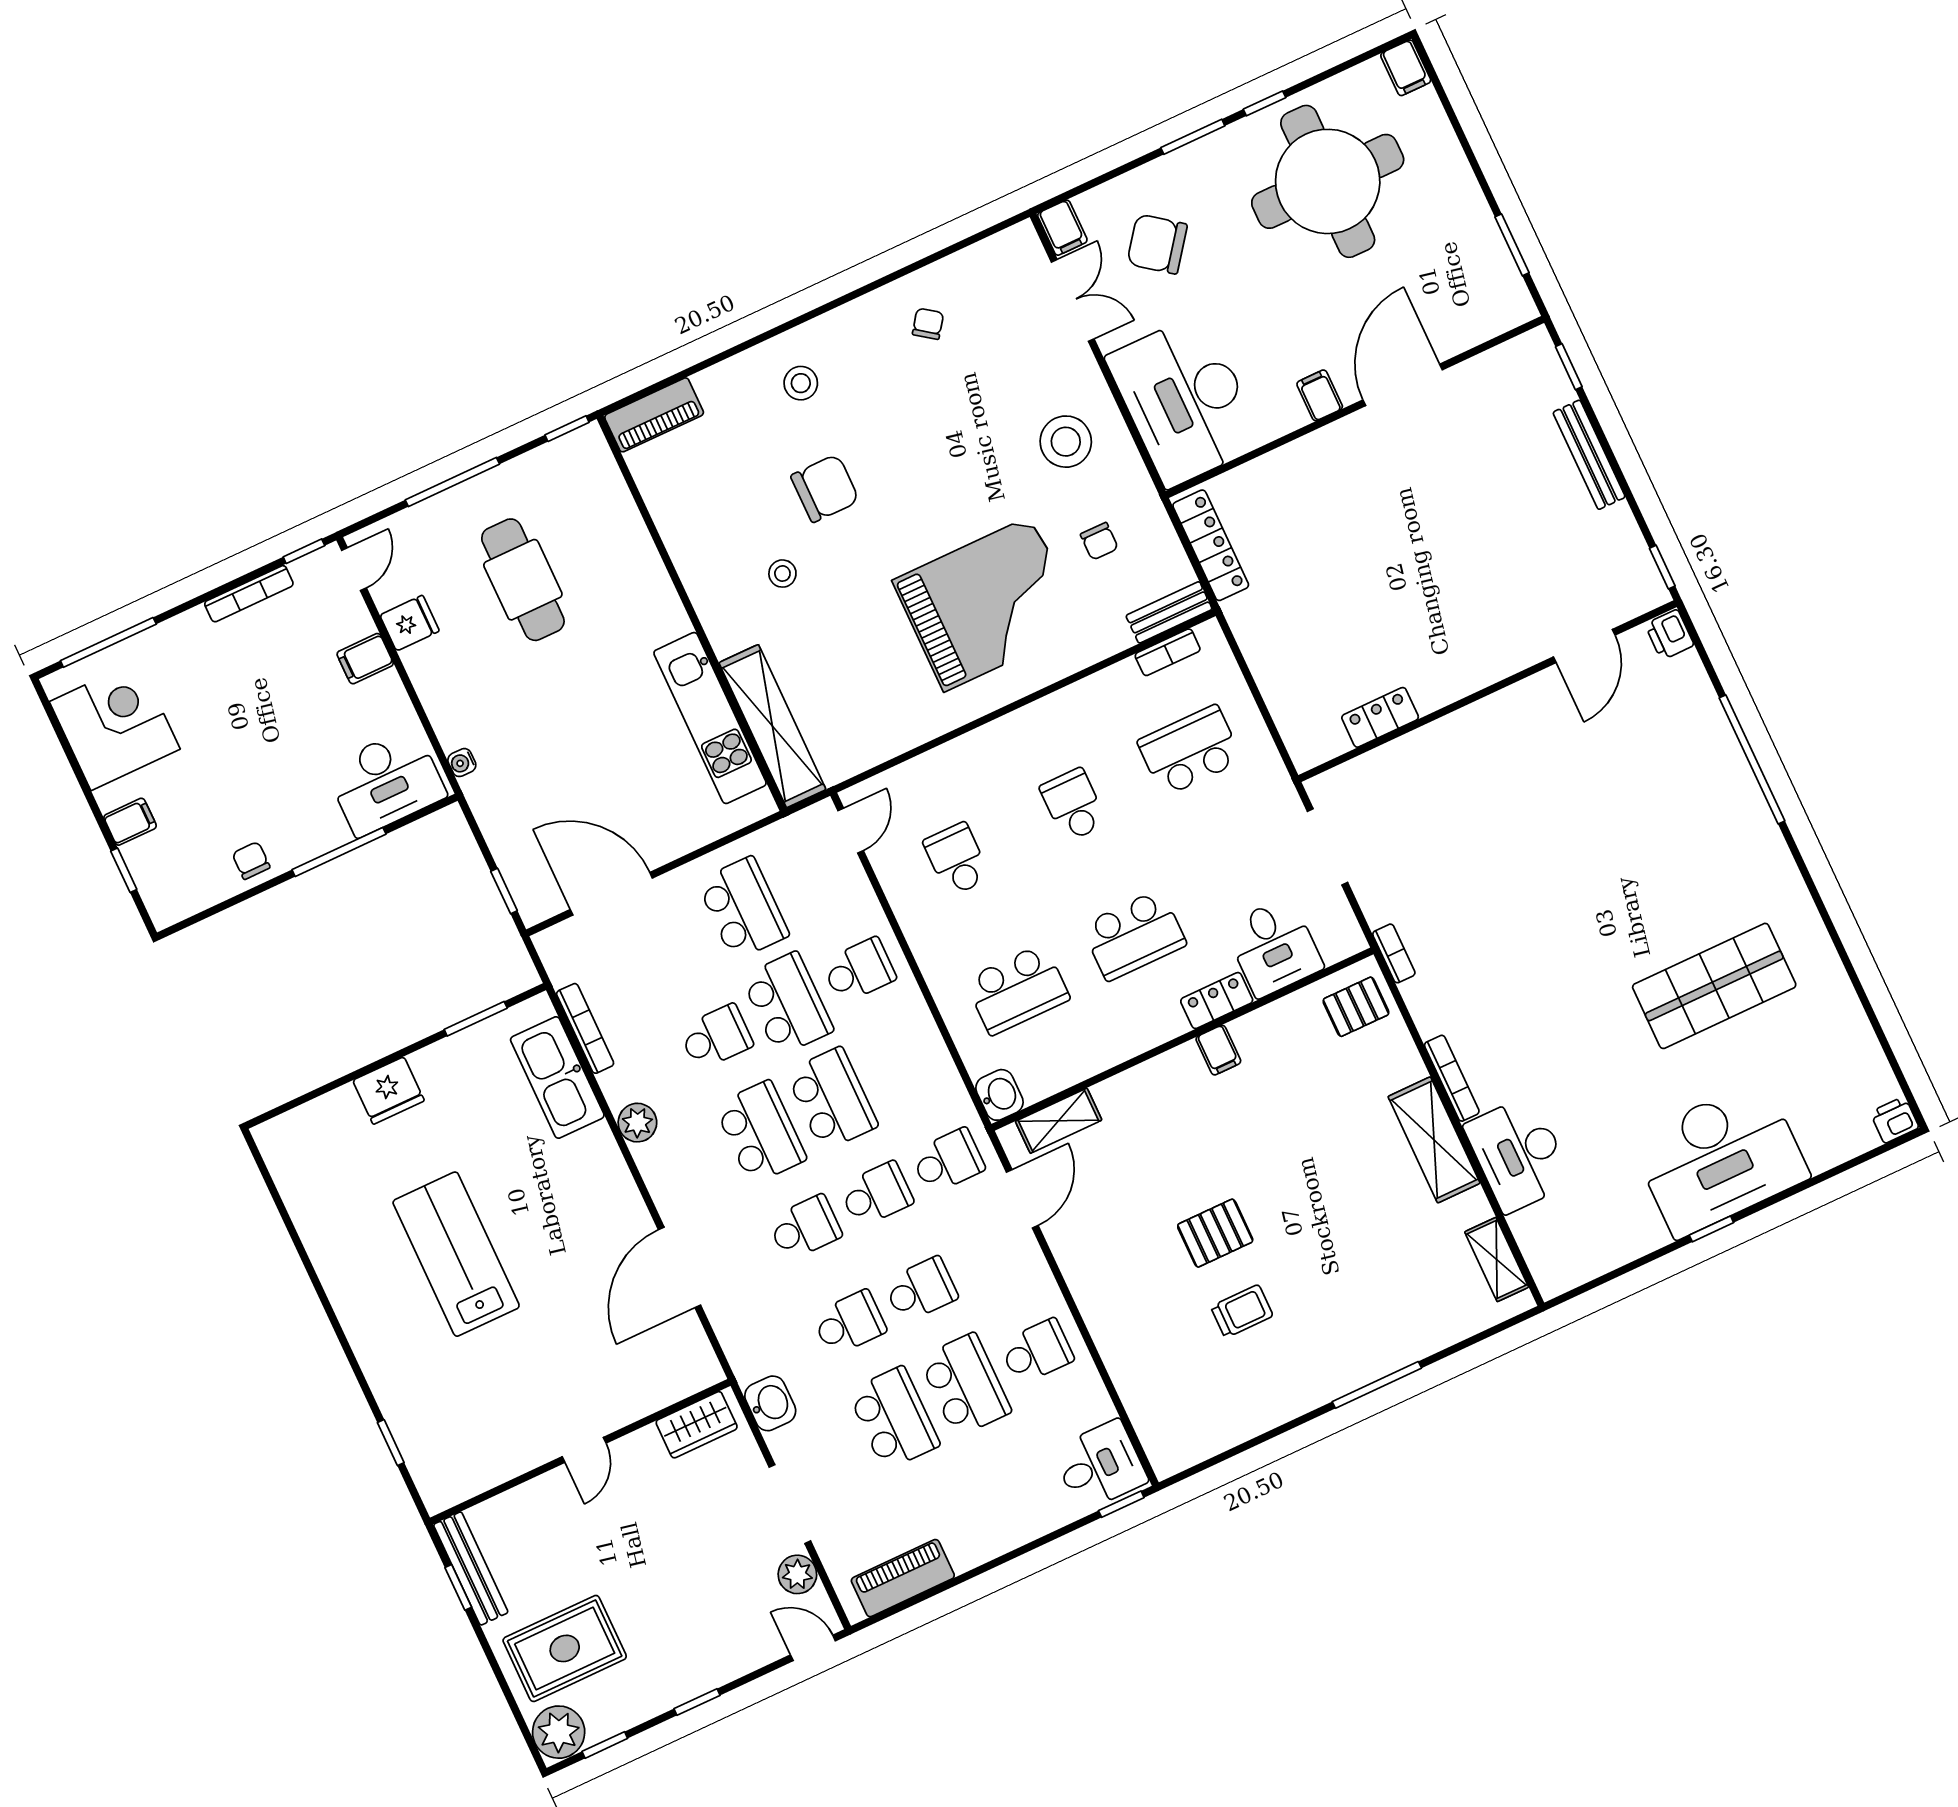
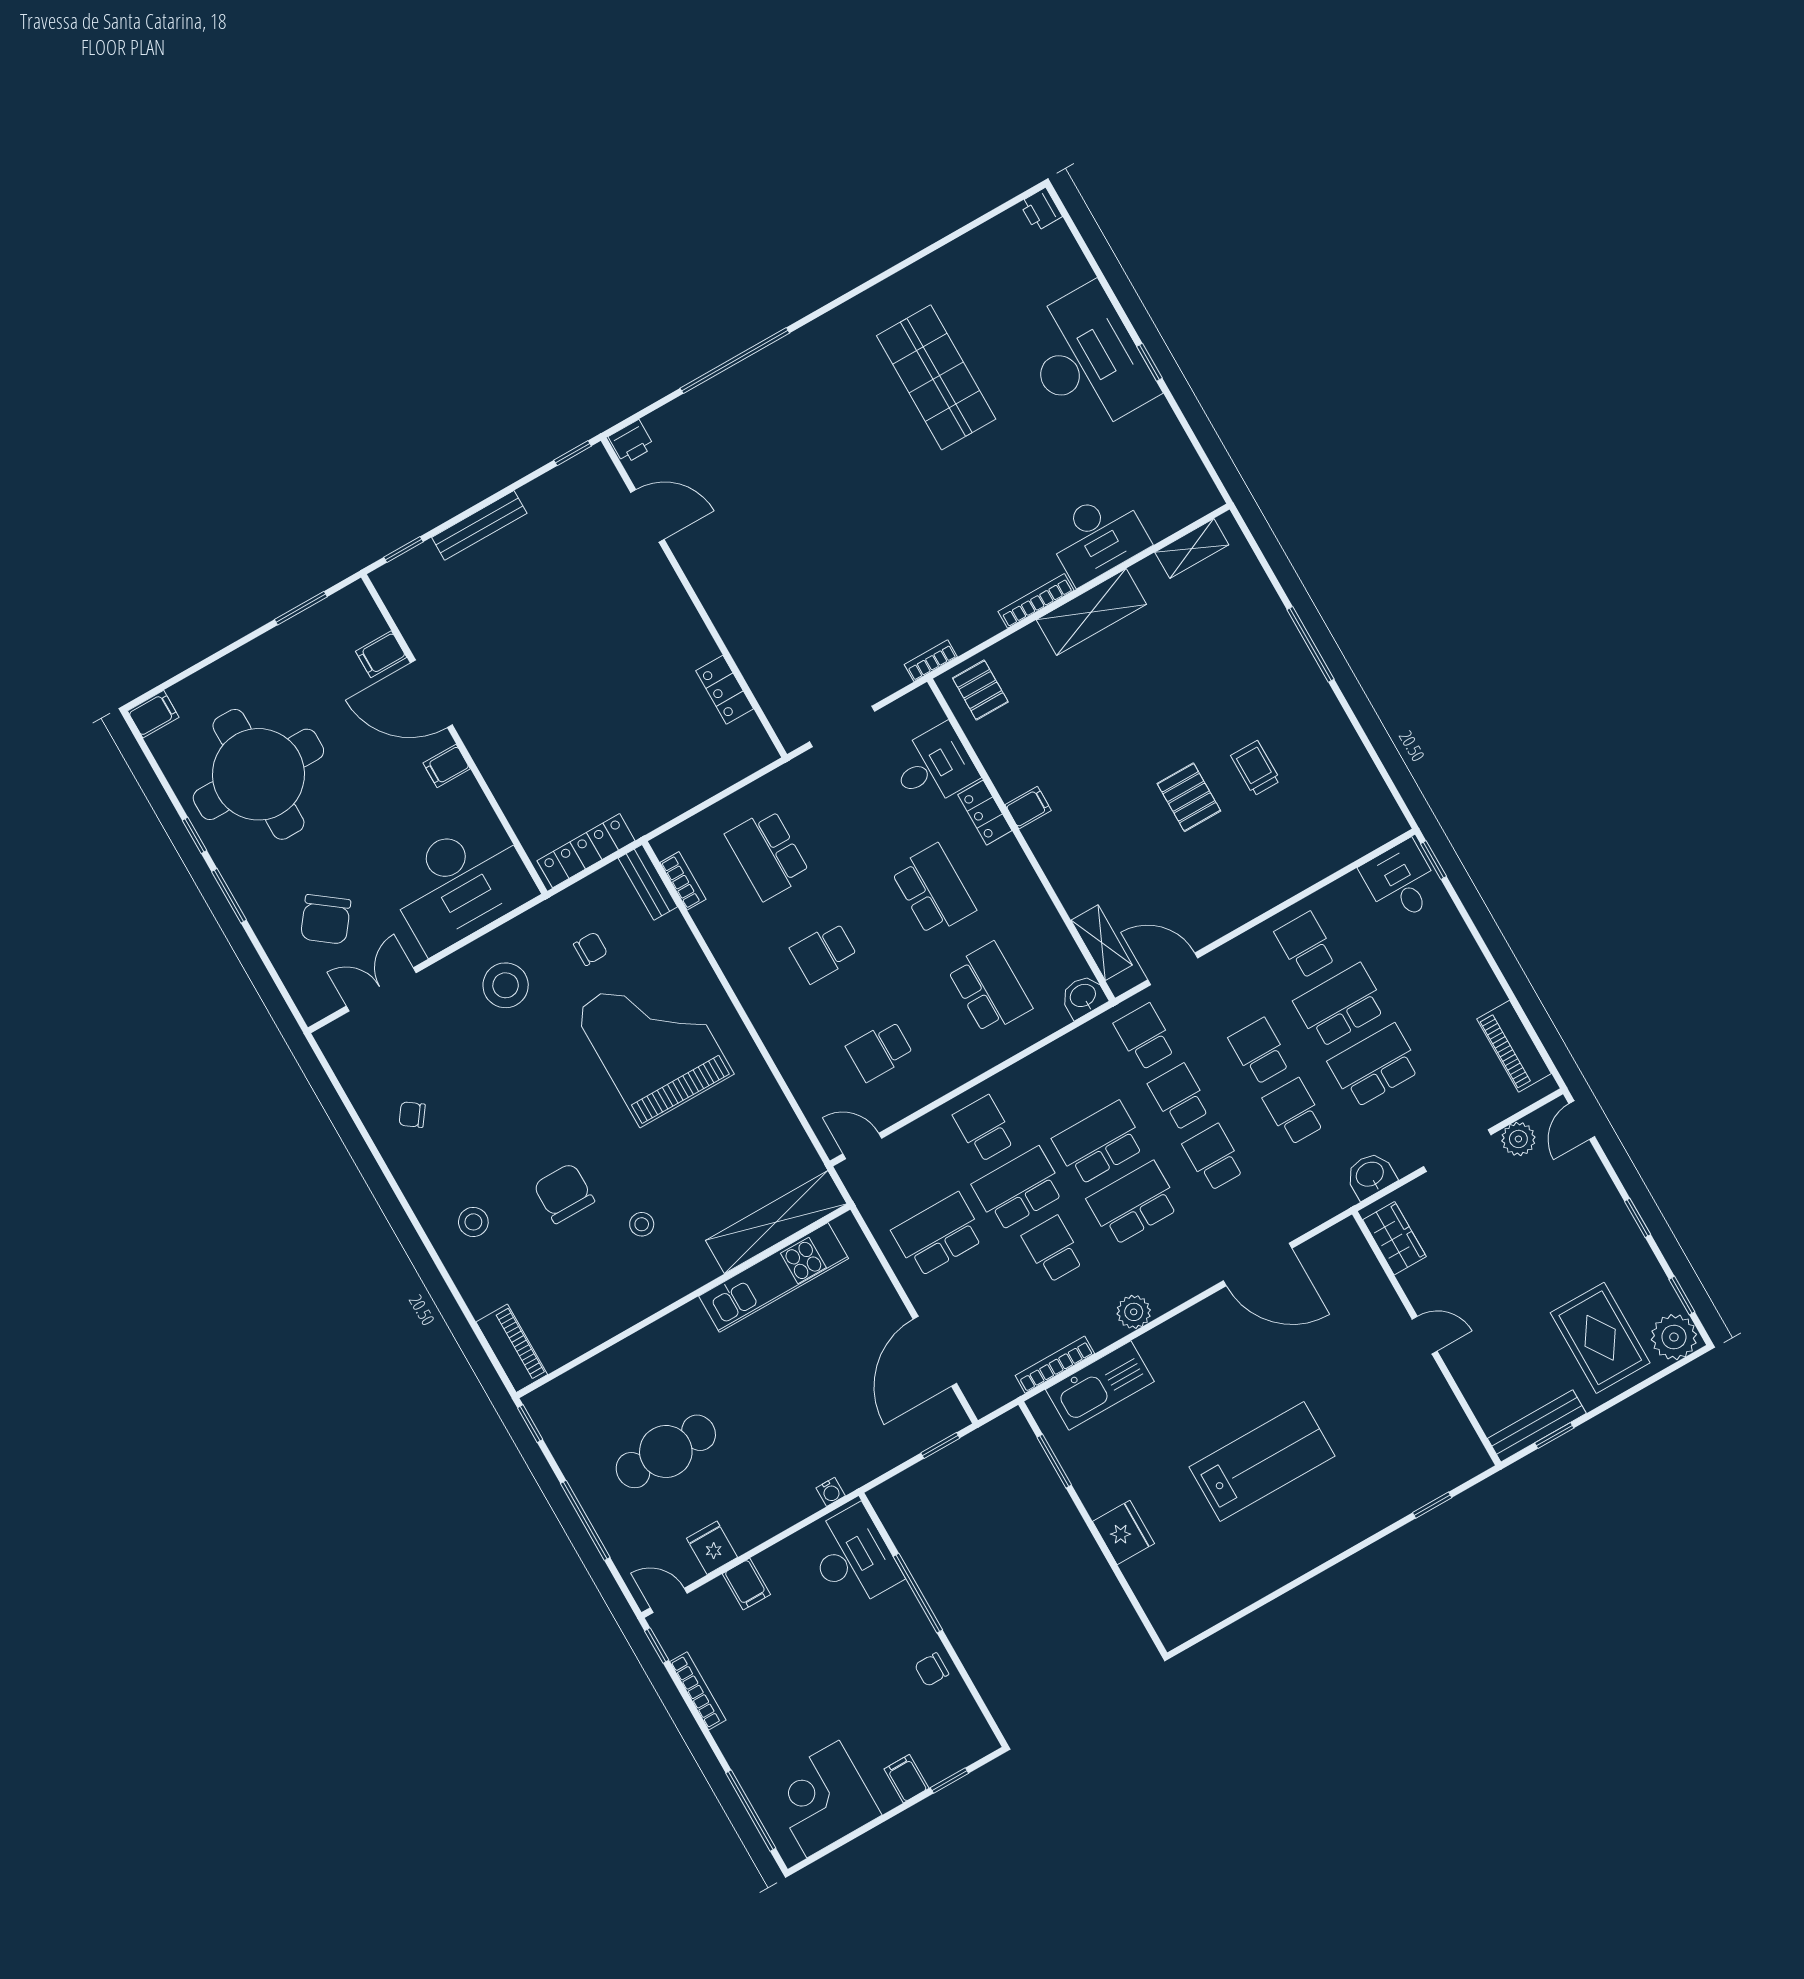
filing cabinet: (1062, 228) -> (381, 654), moved, turned 180
lab bench: (456, 1254) -> (1262, 1461), turned 180

